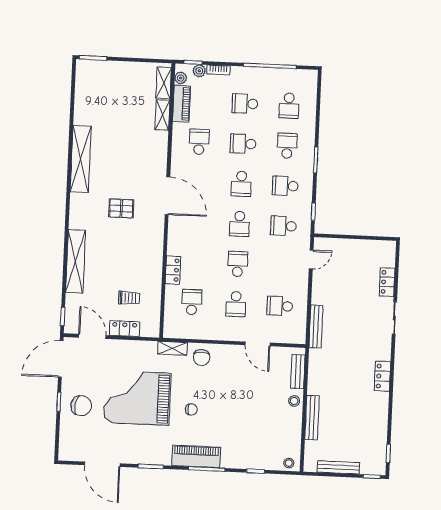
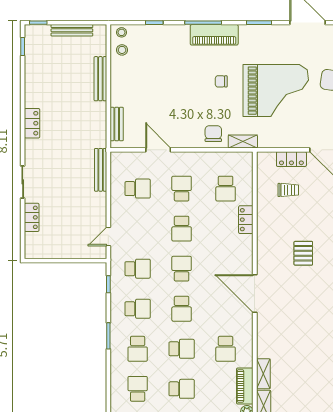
school desk: (241, 184) -> (182, 309), turned 180
pallet: (121, 208) -> (303, 253), moved, turned 90
trolley: (129, 298) -> (288, 190), turned 180
stool: (294, 401) -> (122, 50), moved

